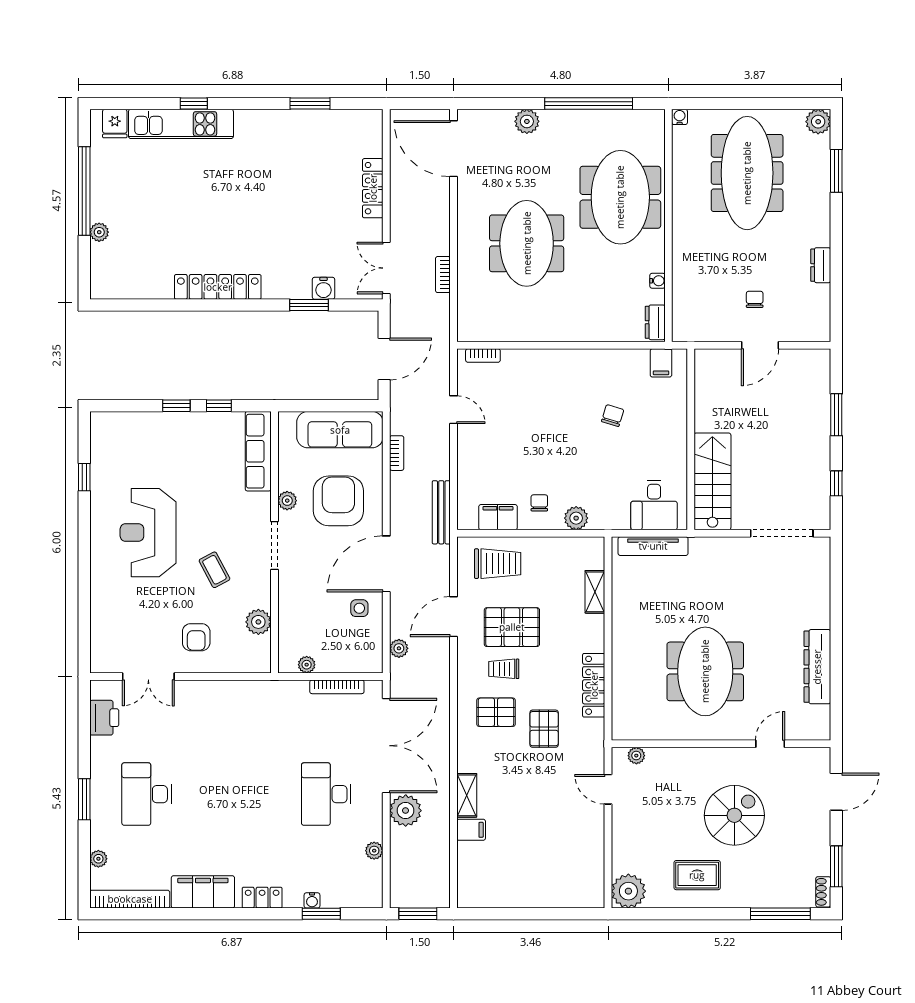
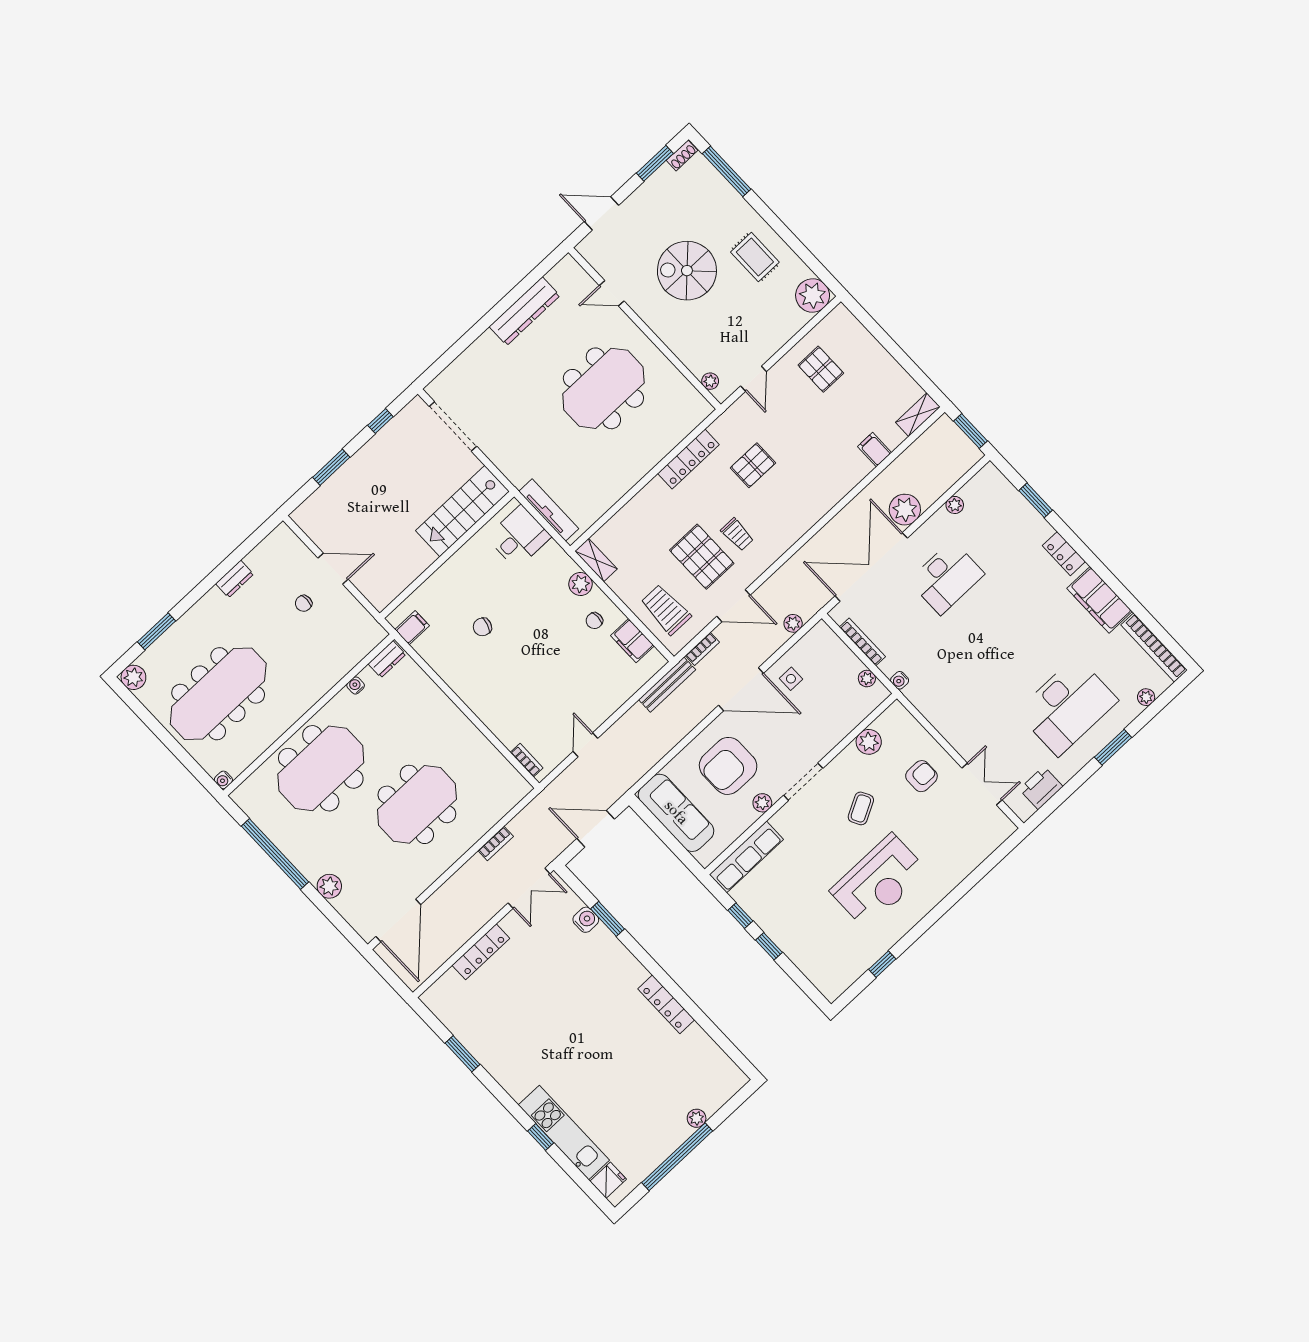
locker: (218, 287) -> (666, 1004), width x0.71, depth x0.83
bookcase: (397, 453) -> (702, 649), moved, turned 180
shelving: (595, 592) -> (596, 560), moved, turned 90
pallet: (496, 712) -> (821, 369), moved
desk: (147, 794) -> (1067, 706), width x1.36, depth x1.30
shelving: (467, 795) -> (918, 415), moved
water cooler: (312, 900) -> (900, 680), moved, turned 180

